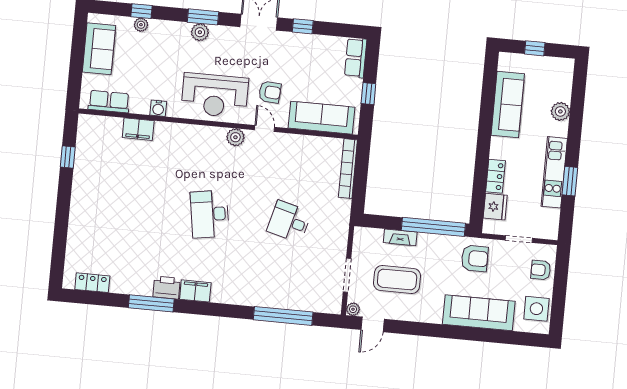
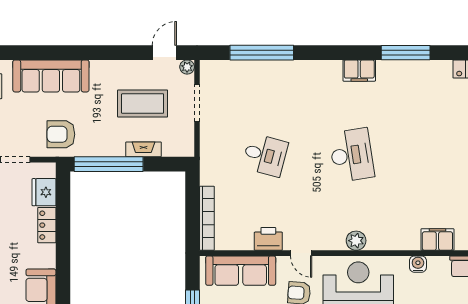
plant: (235, 137) -> (356, 241), moved
printer: (167, 288) -> (268, 239), moved, turned 180

